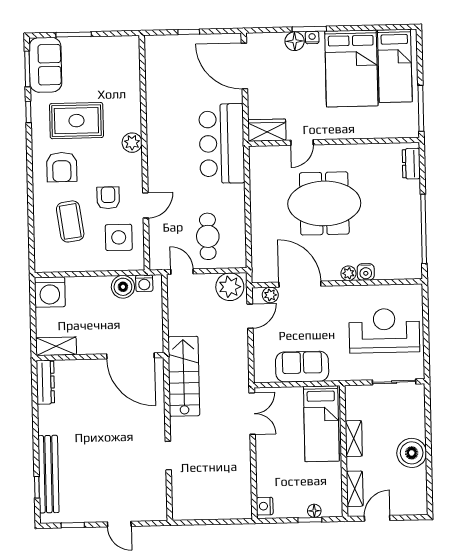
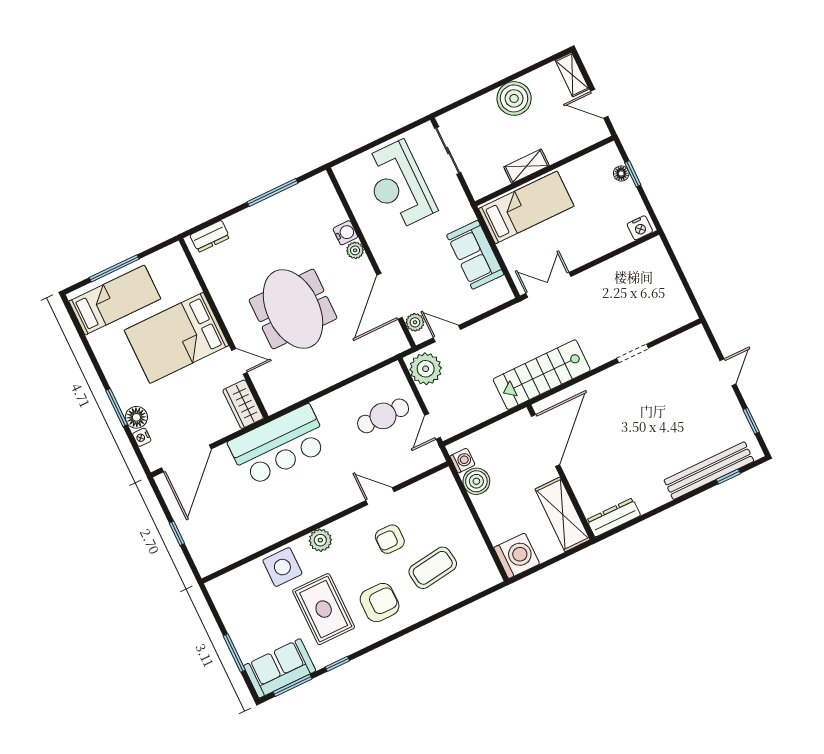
nightstand: (312, 38) -> (142, 437), moved
bed: (351, 68) -> (177, 338), moved, turned 180
window: (421, 108) -> (114, 268), moved
window: (424, 229) -> (273, 192), width x0.68
side table: (119, 237) -> (282, 567), moved
shelving: (56, 346) -> (563, 514), width x1.50, depth x1.33
shelving: (355, 489) -> (572, 75), moved, turned 90

